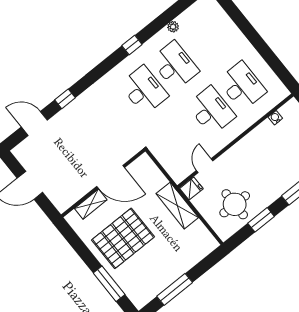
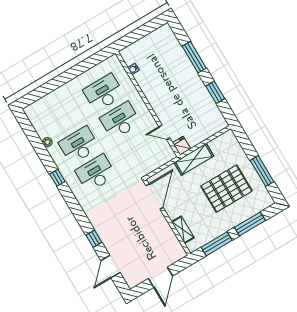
door: (111, 177) -> (155, 197), moved
round table: (235, 204) -> (199, 112), removed
pallet: (123, 238) -> (227, 189), moved, turned 90
window: (80, 247) -> (217, 244), added

